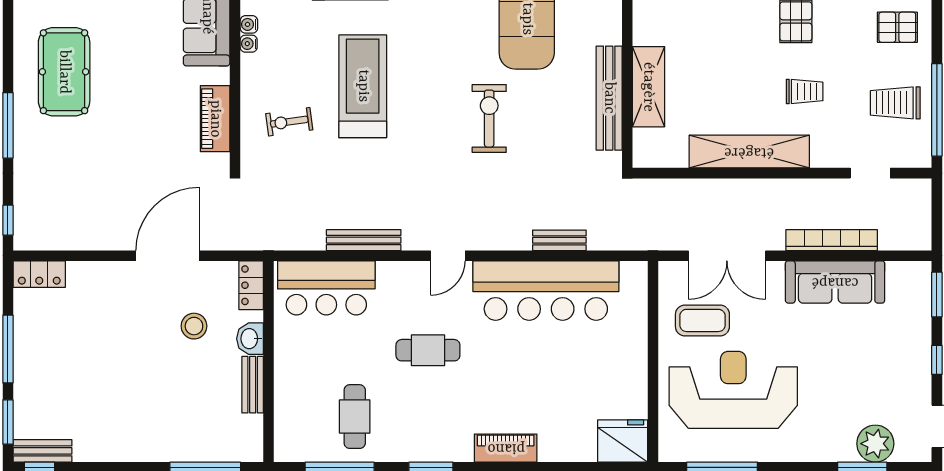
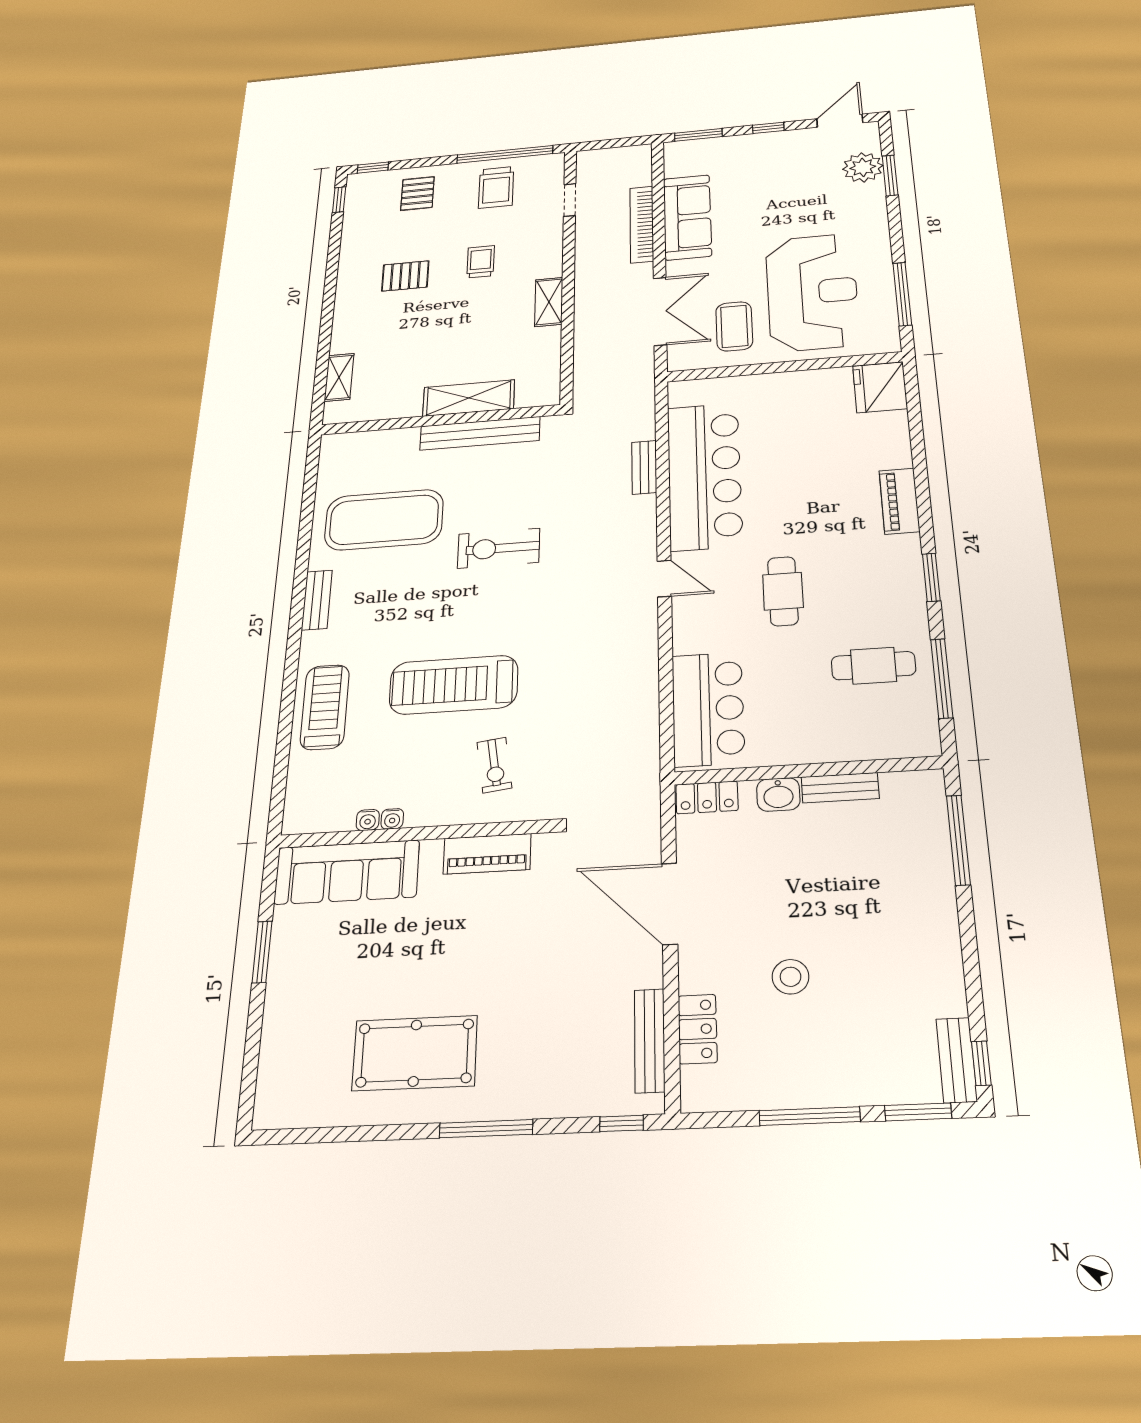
shelving: (749, 152) -> (549, 302), width x0.45, depth x0.75
bench: (364, 240) -> (650, 1040), moved
locker: (39, 274) -> (698, 1029), moved
stool: (194, 326) -> (791, 977), moved
reception desk: (733, 390) -> (812, 292), turned 180

